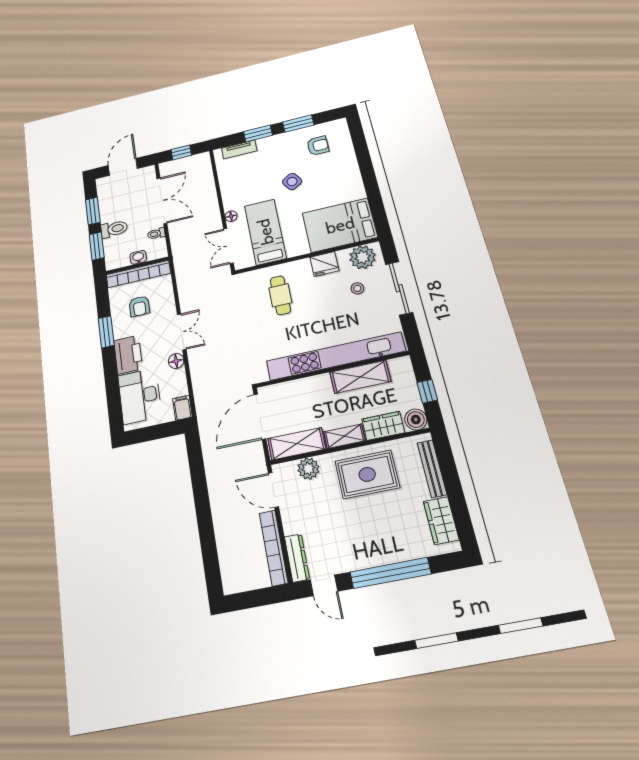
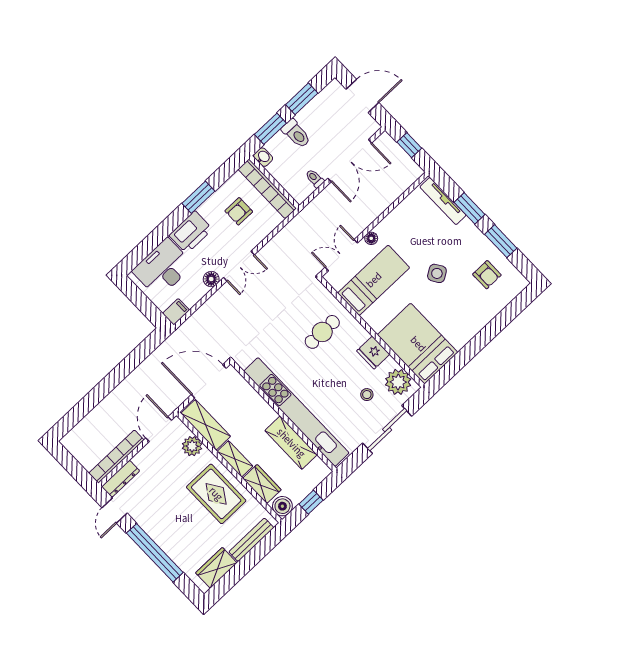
tv unit: (239, 149) -> (443, 201), width x1.41
washbasin: (138, 257) -> (263, 157), moved

